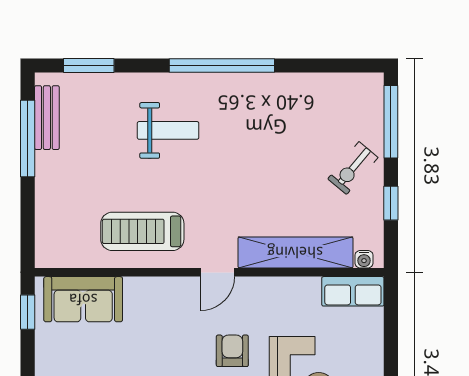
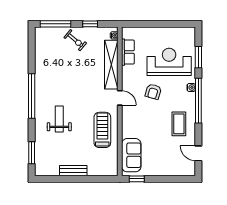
bench: (47, 118) -> (73, 171), moved
window: (28, 139) -> (63, 179), removed
treadmill: (142, 231) -> (102, 130), turned 180
row of seats: (353, 291) -> (128, 52), moved
armchair: (232, 351) -> (153, 92), turned -74

